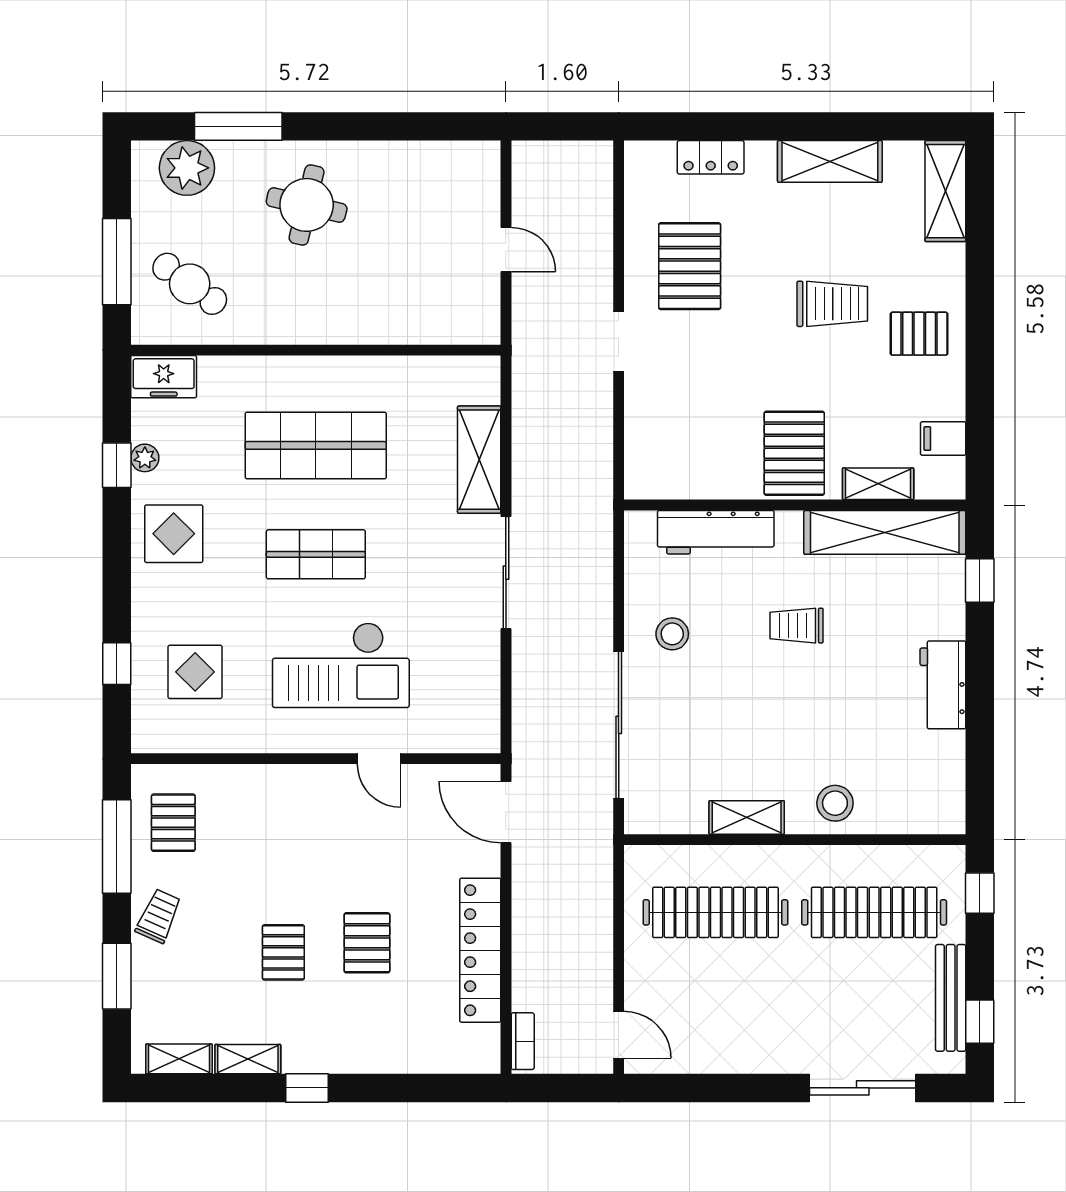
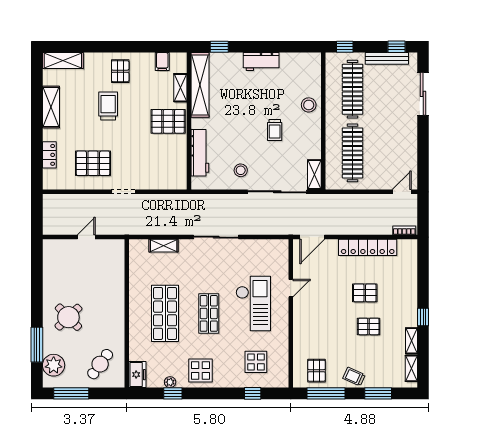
round table: (307, 205) -> (68, 317), turned 33
window: (117, 262) -> (71, 393), moved
shelving: (479, 460) -> (164, 246), width x0.67, depth x0.75
trolley: (796, 626) -> (275, 130), moved
shelving: (747, 817) -> (314, 175), moved
pallet: (173, 823) -> (316, 371), turned 90

